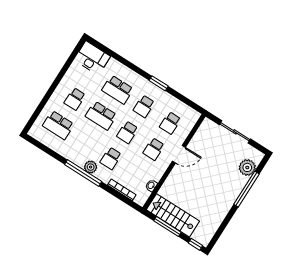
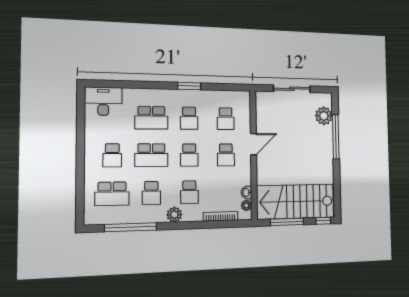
school desk: (85, 142) -> (151, 193), added
window: (83, 173) -> (131, 227), moved
plant: (145, 195) -> (246, 205), added
stairs: (173, 215) -> (295, 202), width x1.36, depth x1.51

